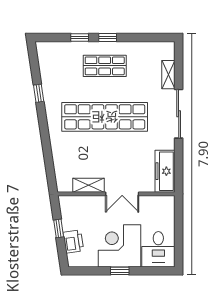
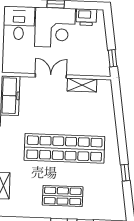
window: (59, 228) -> (113, 58), moved
printer: (73, 241) -> (86, 17), moved, turned -82

